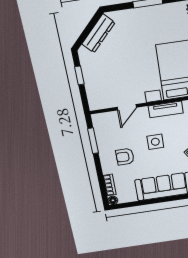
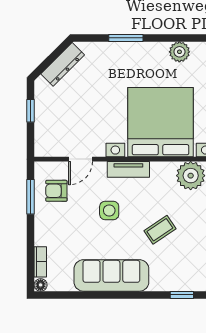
armchair: (125, 157) -> (56, 191), moved

